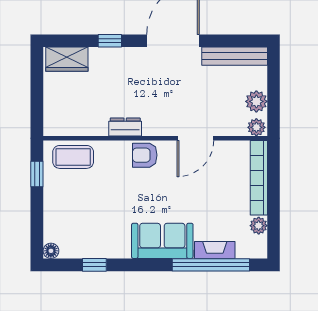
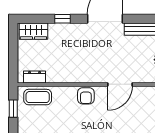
dresser: (125, 127) -> (35, 77), moved
armchair: (145, 155) -> (86, 96), turned -90

